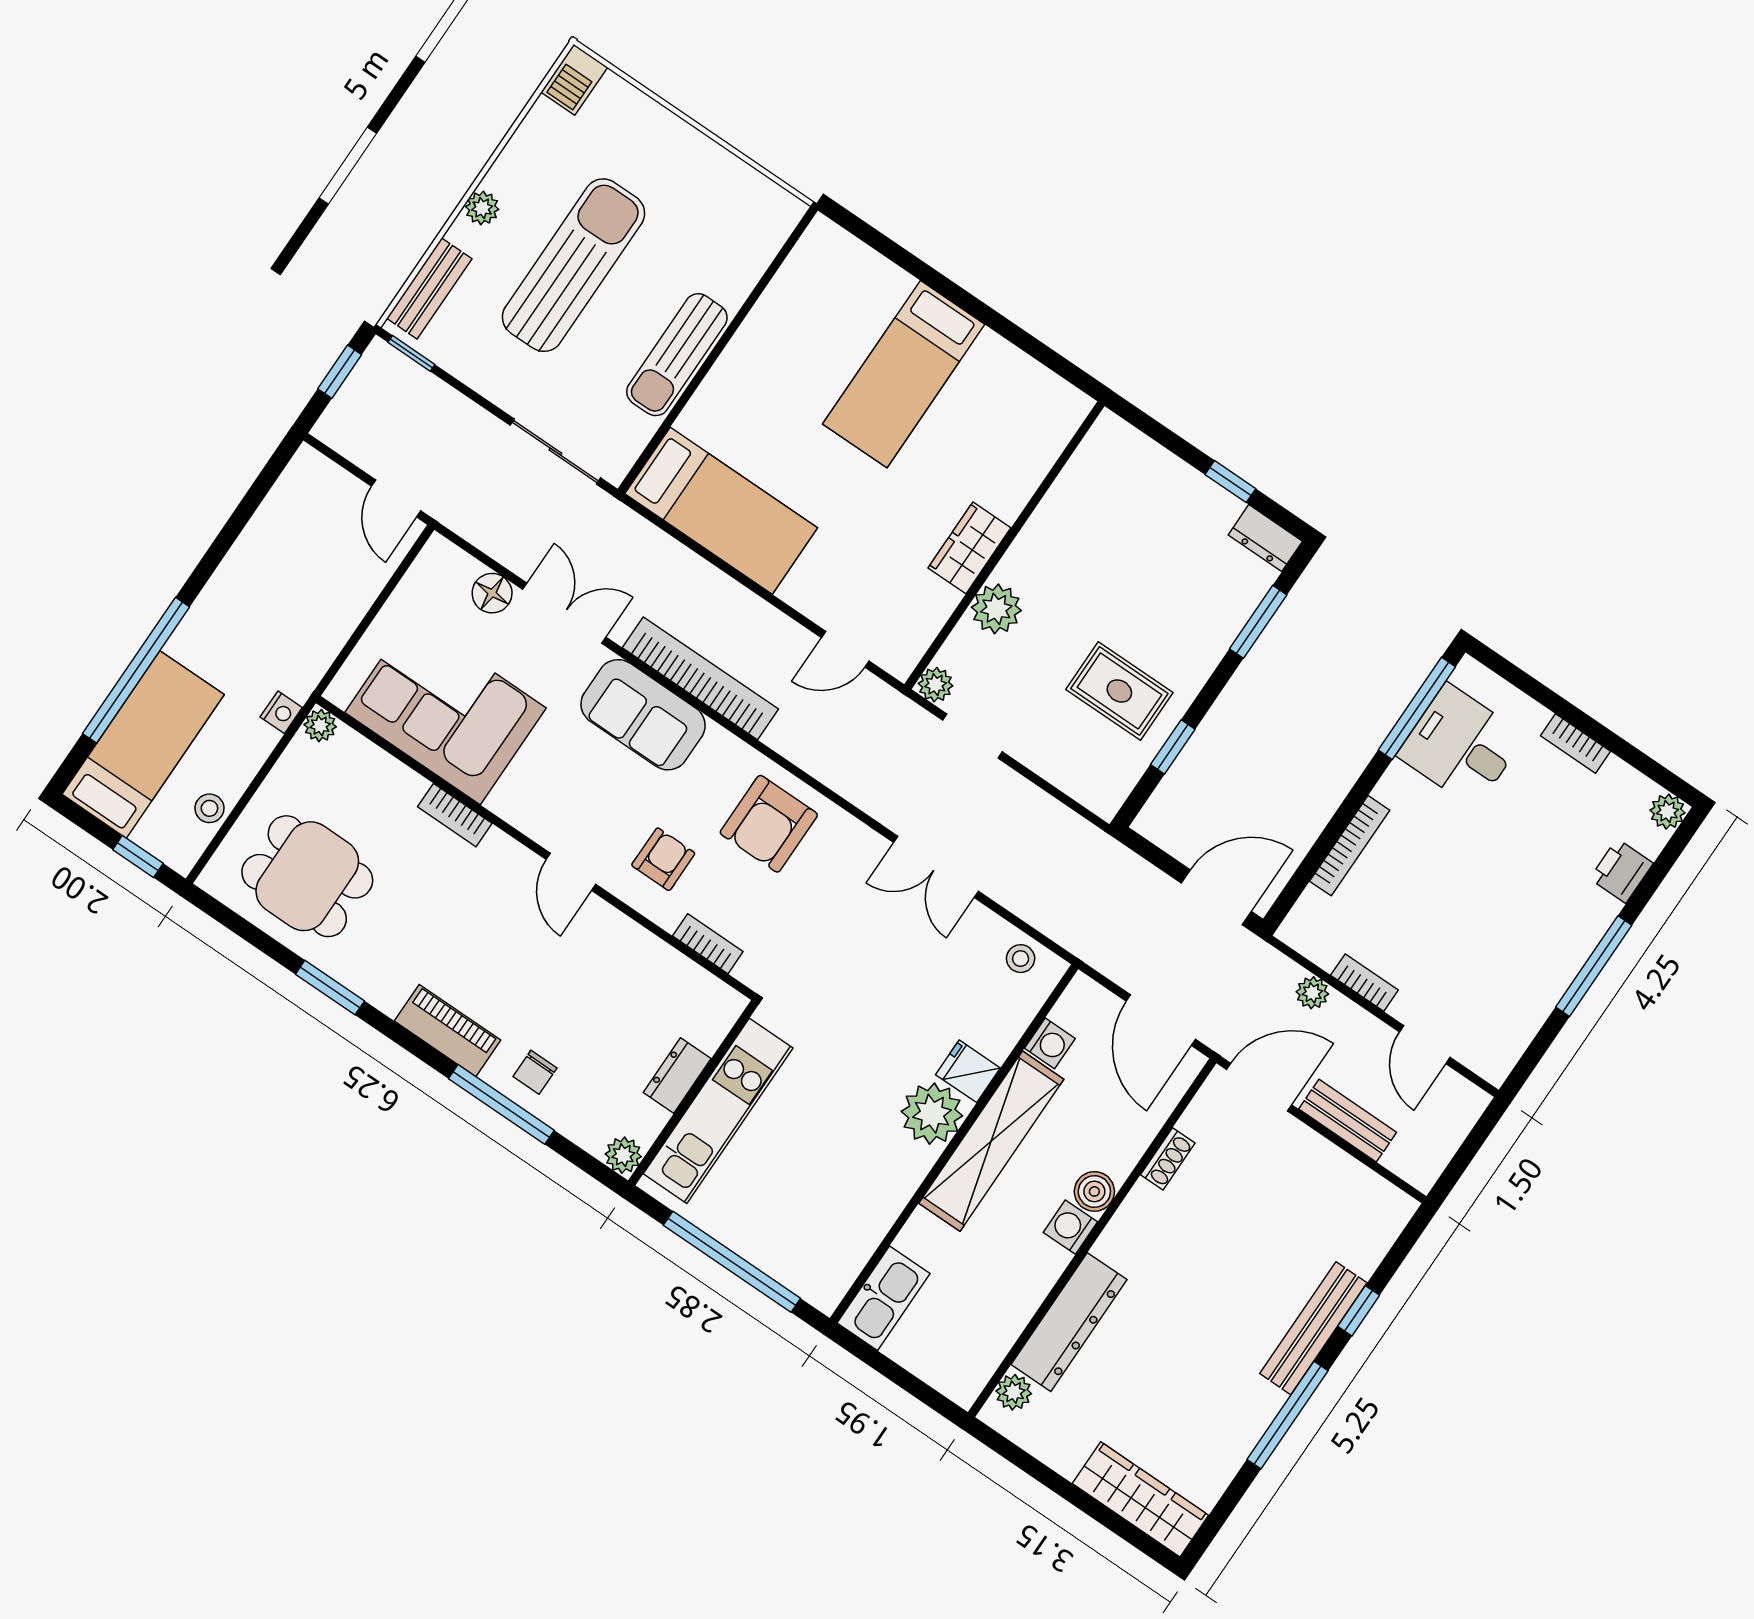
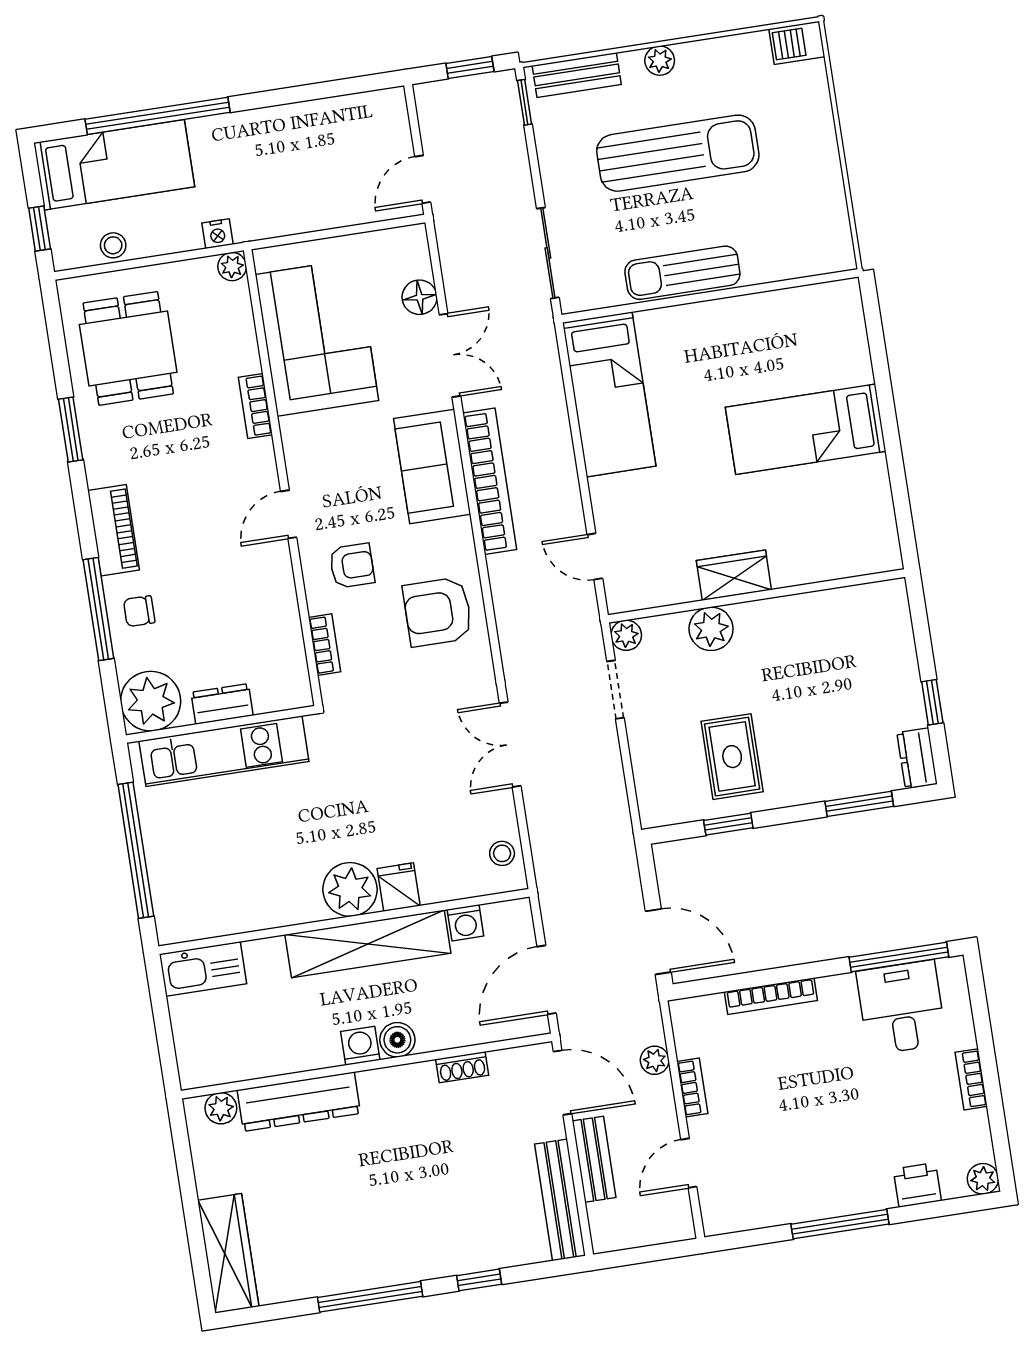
plant: (623, 1155) -> (151, 701), width x1.88, depth x1.88
bench: (1313, 1328) -> (560, 1200), moved, turned 90

